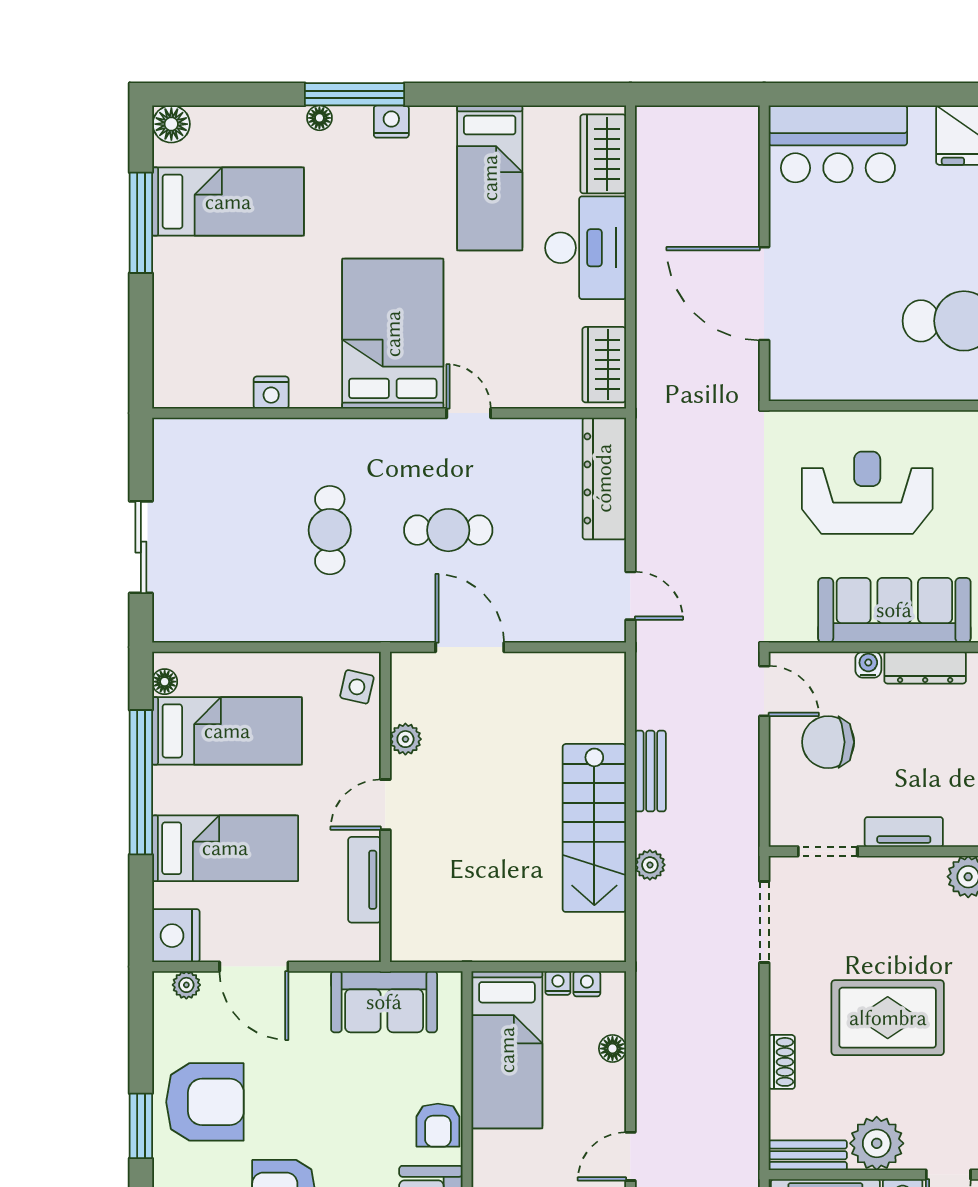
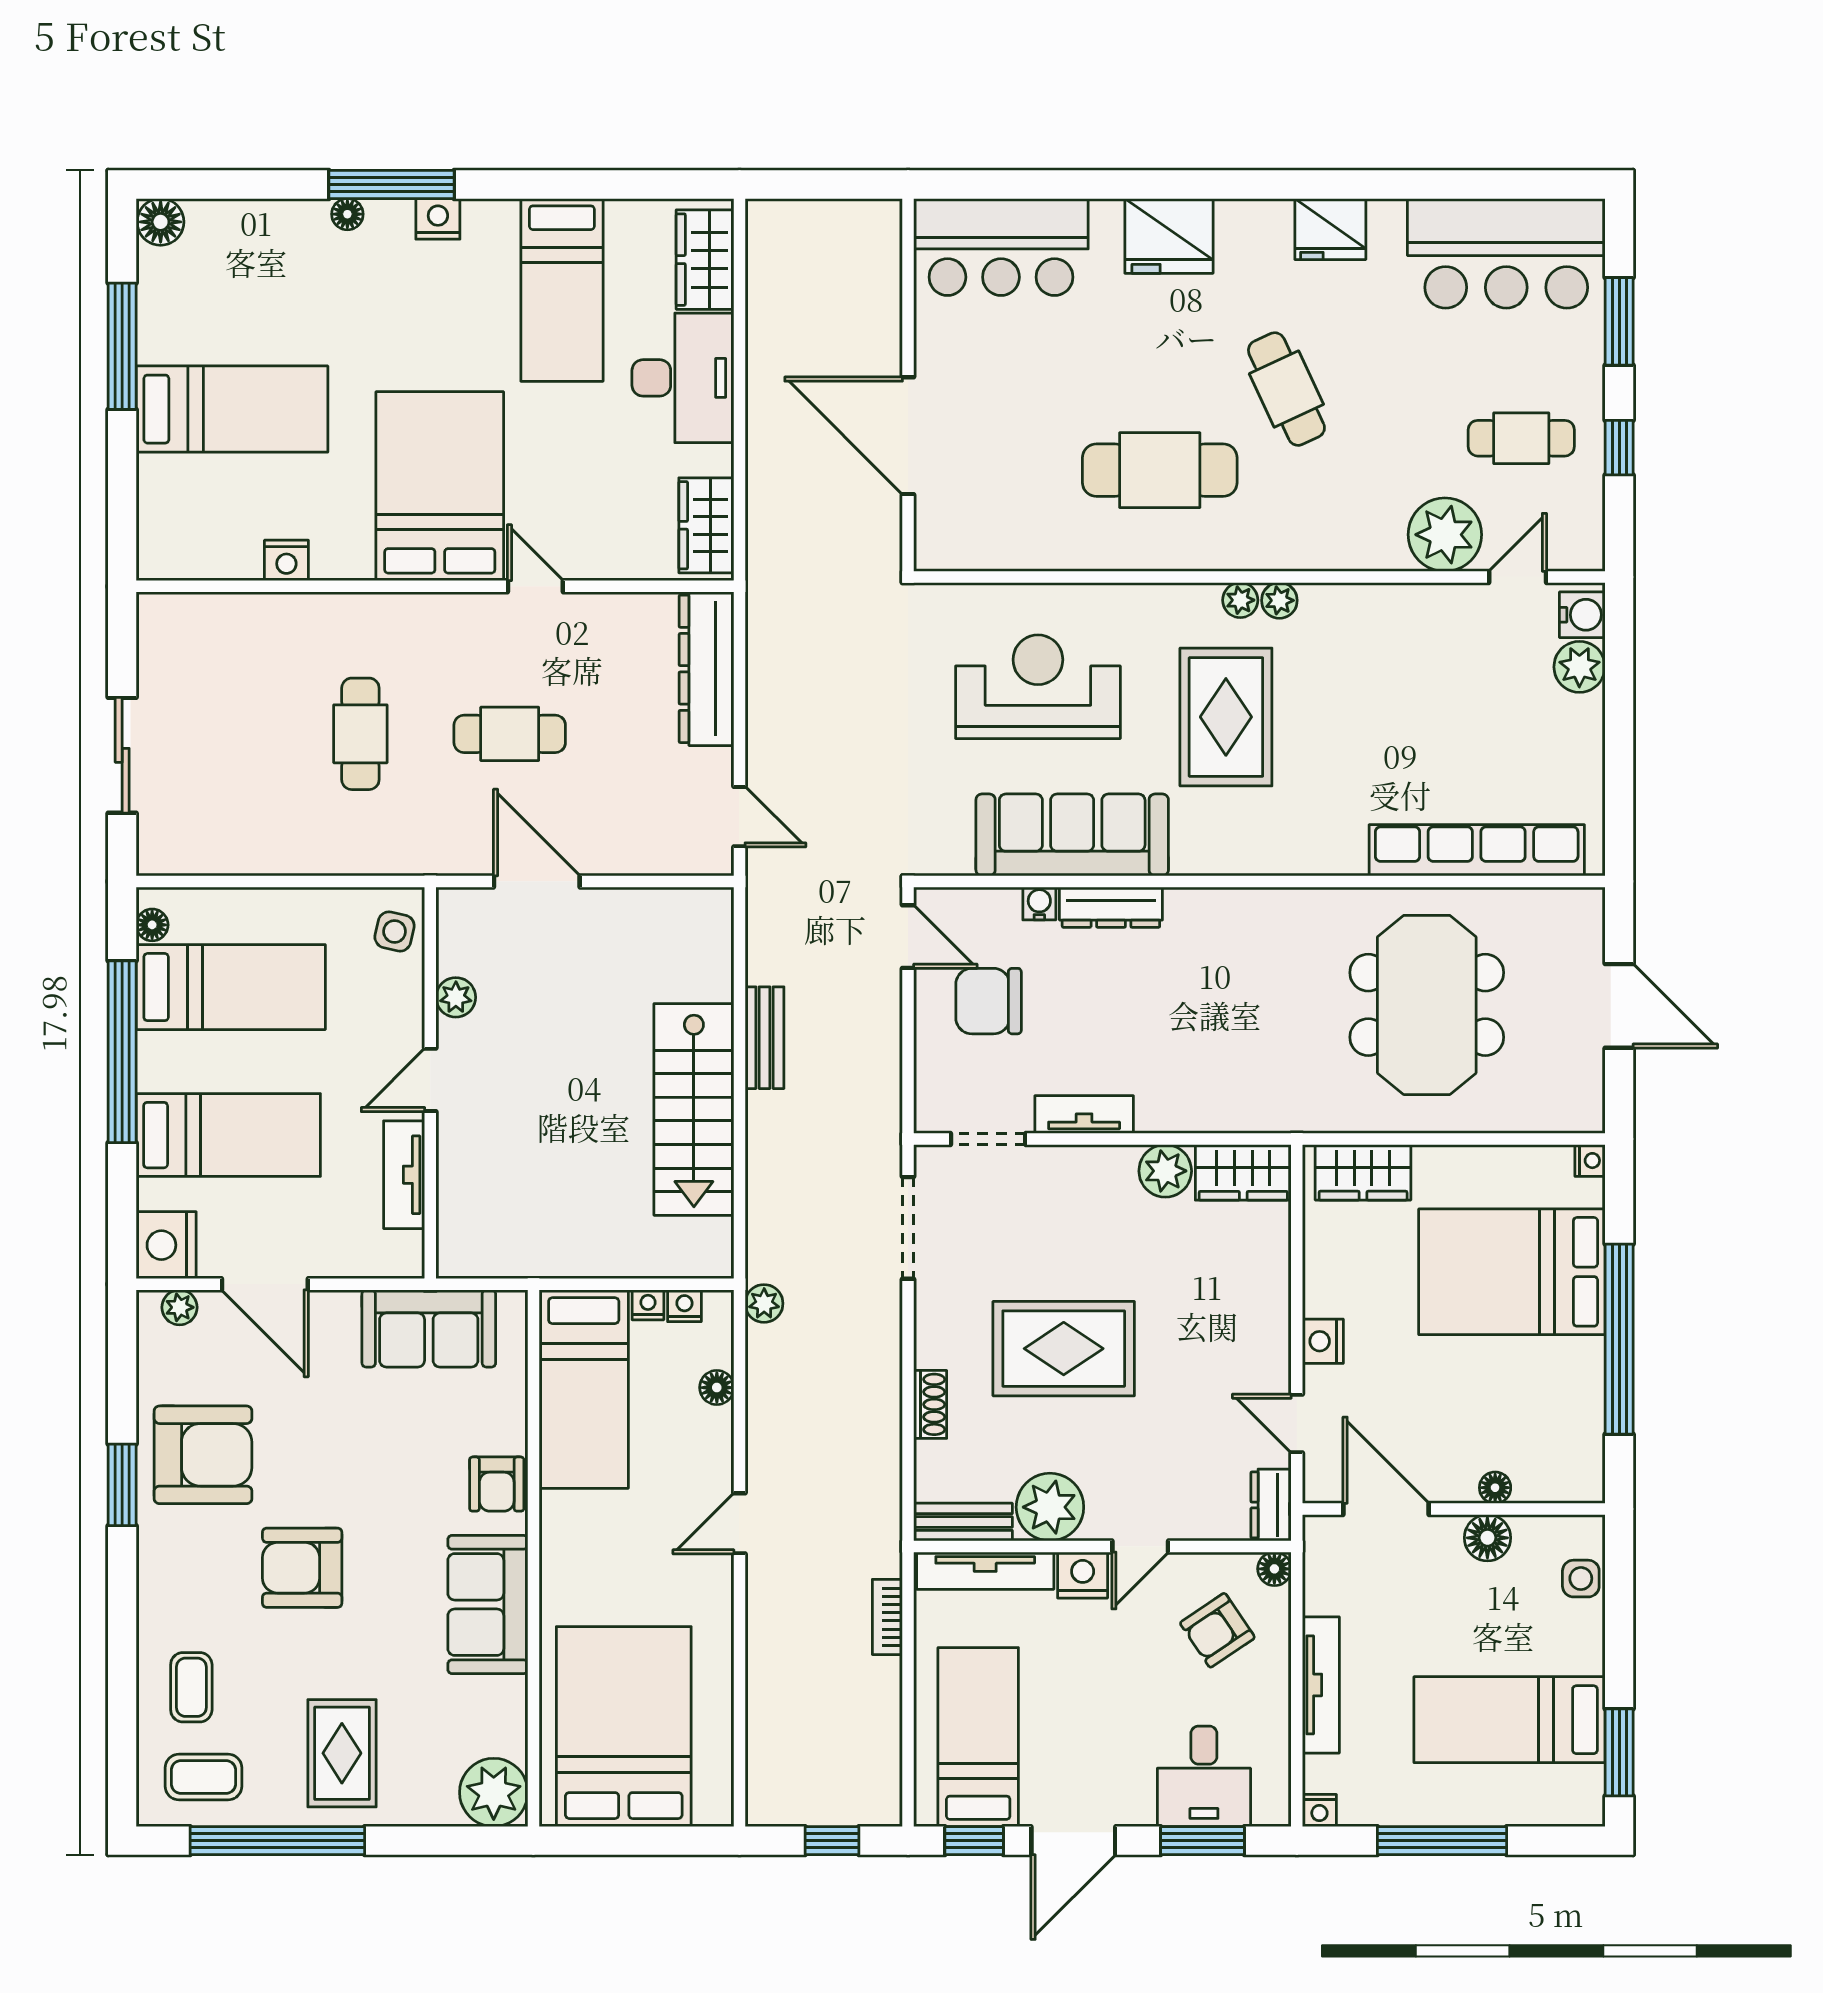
bed: (228, 202) -> (232, 409), moved
plant: (650, 865) -> (764, 1303), moved

